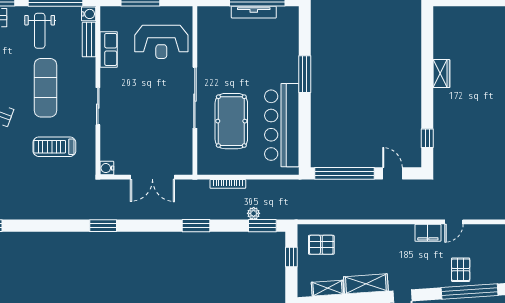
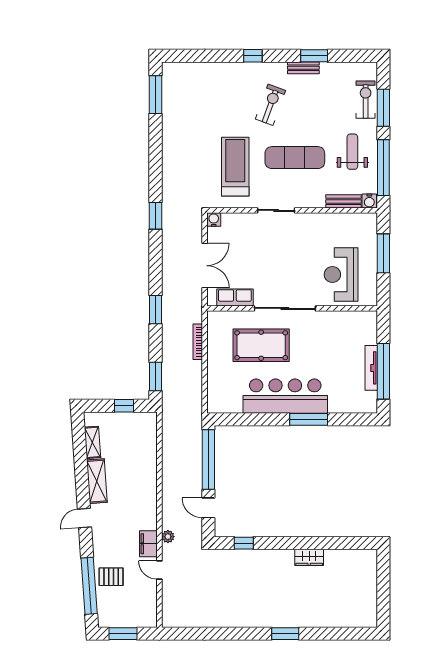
weight bench: (40, 31) -> (352, 152), turned 90
row of seats: (109, 49) -> (235, 298), moved, turned 180
bar counter: (282, 125) -> (285, 396), moved
treadmill: (54, 147) -> (235, 167), width x1.37, depth x1.38
door: (392, 173) -> (208, 508), swing flipped
double door: (152, 177) -> (205, 266), swing flipped
plant: (254, 213) -> (168, 537), moved
pallet: (321, 245) -> (136, 436), removed

